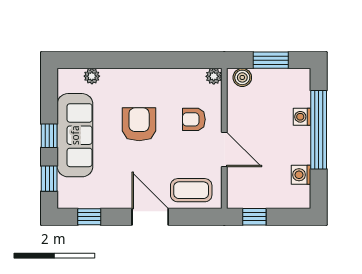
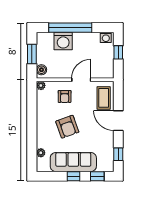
washing machine: (302, 117) -> (63, 41), width x1.89, depth x1.89
armchair: (139, 124) -> (67, 127), turned -110
washing machine: (301, 175) -> (106, 37), moved
door: (150, 217) -> (118, 121), hinge flipped
window: (254, 217) -> (118, 52), moved

